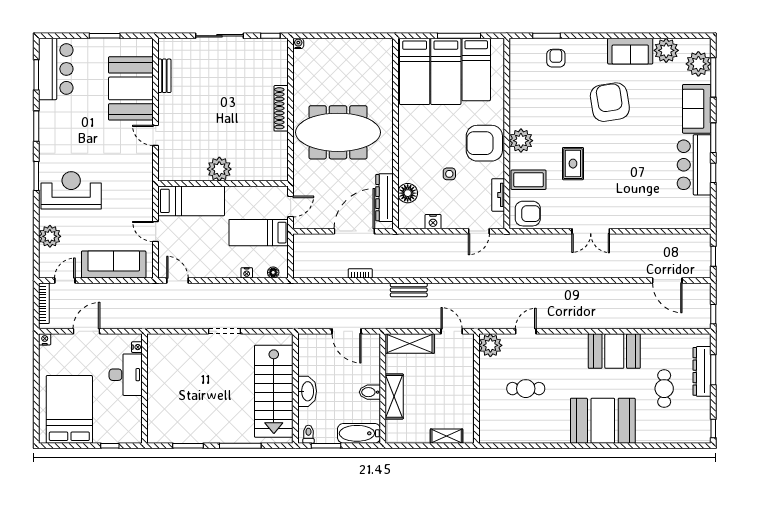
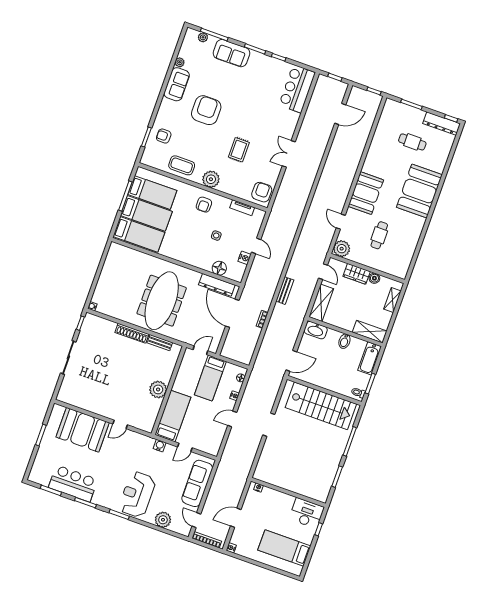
plant: (666, 50) -> (180, 62), width x0.53, depth x0.53
plant: (698, 64) -> (203, 37), width x0.53, depth x0.53
bar counter: (56, 69) -> (73, 483), moved
bench: (164, 76) -> (160, 343), moved
armchair: (610, 102) -> (206, 110), turned 99
armchair: (484, 143) -> (204, 205), width x0.53, depth x0.53
rug: (573, 164) -> (239, 150), turned 90
bar counter: (694, 165) -> (297, 89), moved, turned 90
coffee table: (529, 180) -> (182, 165), moved, turned 90
water cooler: (146, 197) -> (160, 446), added
door: (291, 207) -> (200, 350), hinge flipped
door: (479, 231) -> (256, 246), moved
double door: (591, 231) -> (289, 154), swing flipped
door: (177, 281) -> (232, 419), moved
door: (86, 331) -> (236, 518), hinge flipped
door: (346, 331) -> (291, 361), moved
door: (452, 331) -> (323, 272), swing flipped
booth: (614, 351) -> (366, 193), moved
dresser: (702, 371) -> (442, 124), moved
desk: (126, 375) -> (307, 513), moved
wardrobe: (464, 377) -> (357, 274), added
washbasin: (307, 391) -> (316, 330), moved, turned 180
shelving: (394, 396) -> (370, 332), moved
boiler: (467, 402) -> (374, 278), added
bed: (69, 409) -> (284, 548), width x0.67

